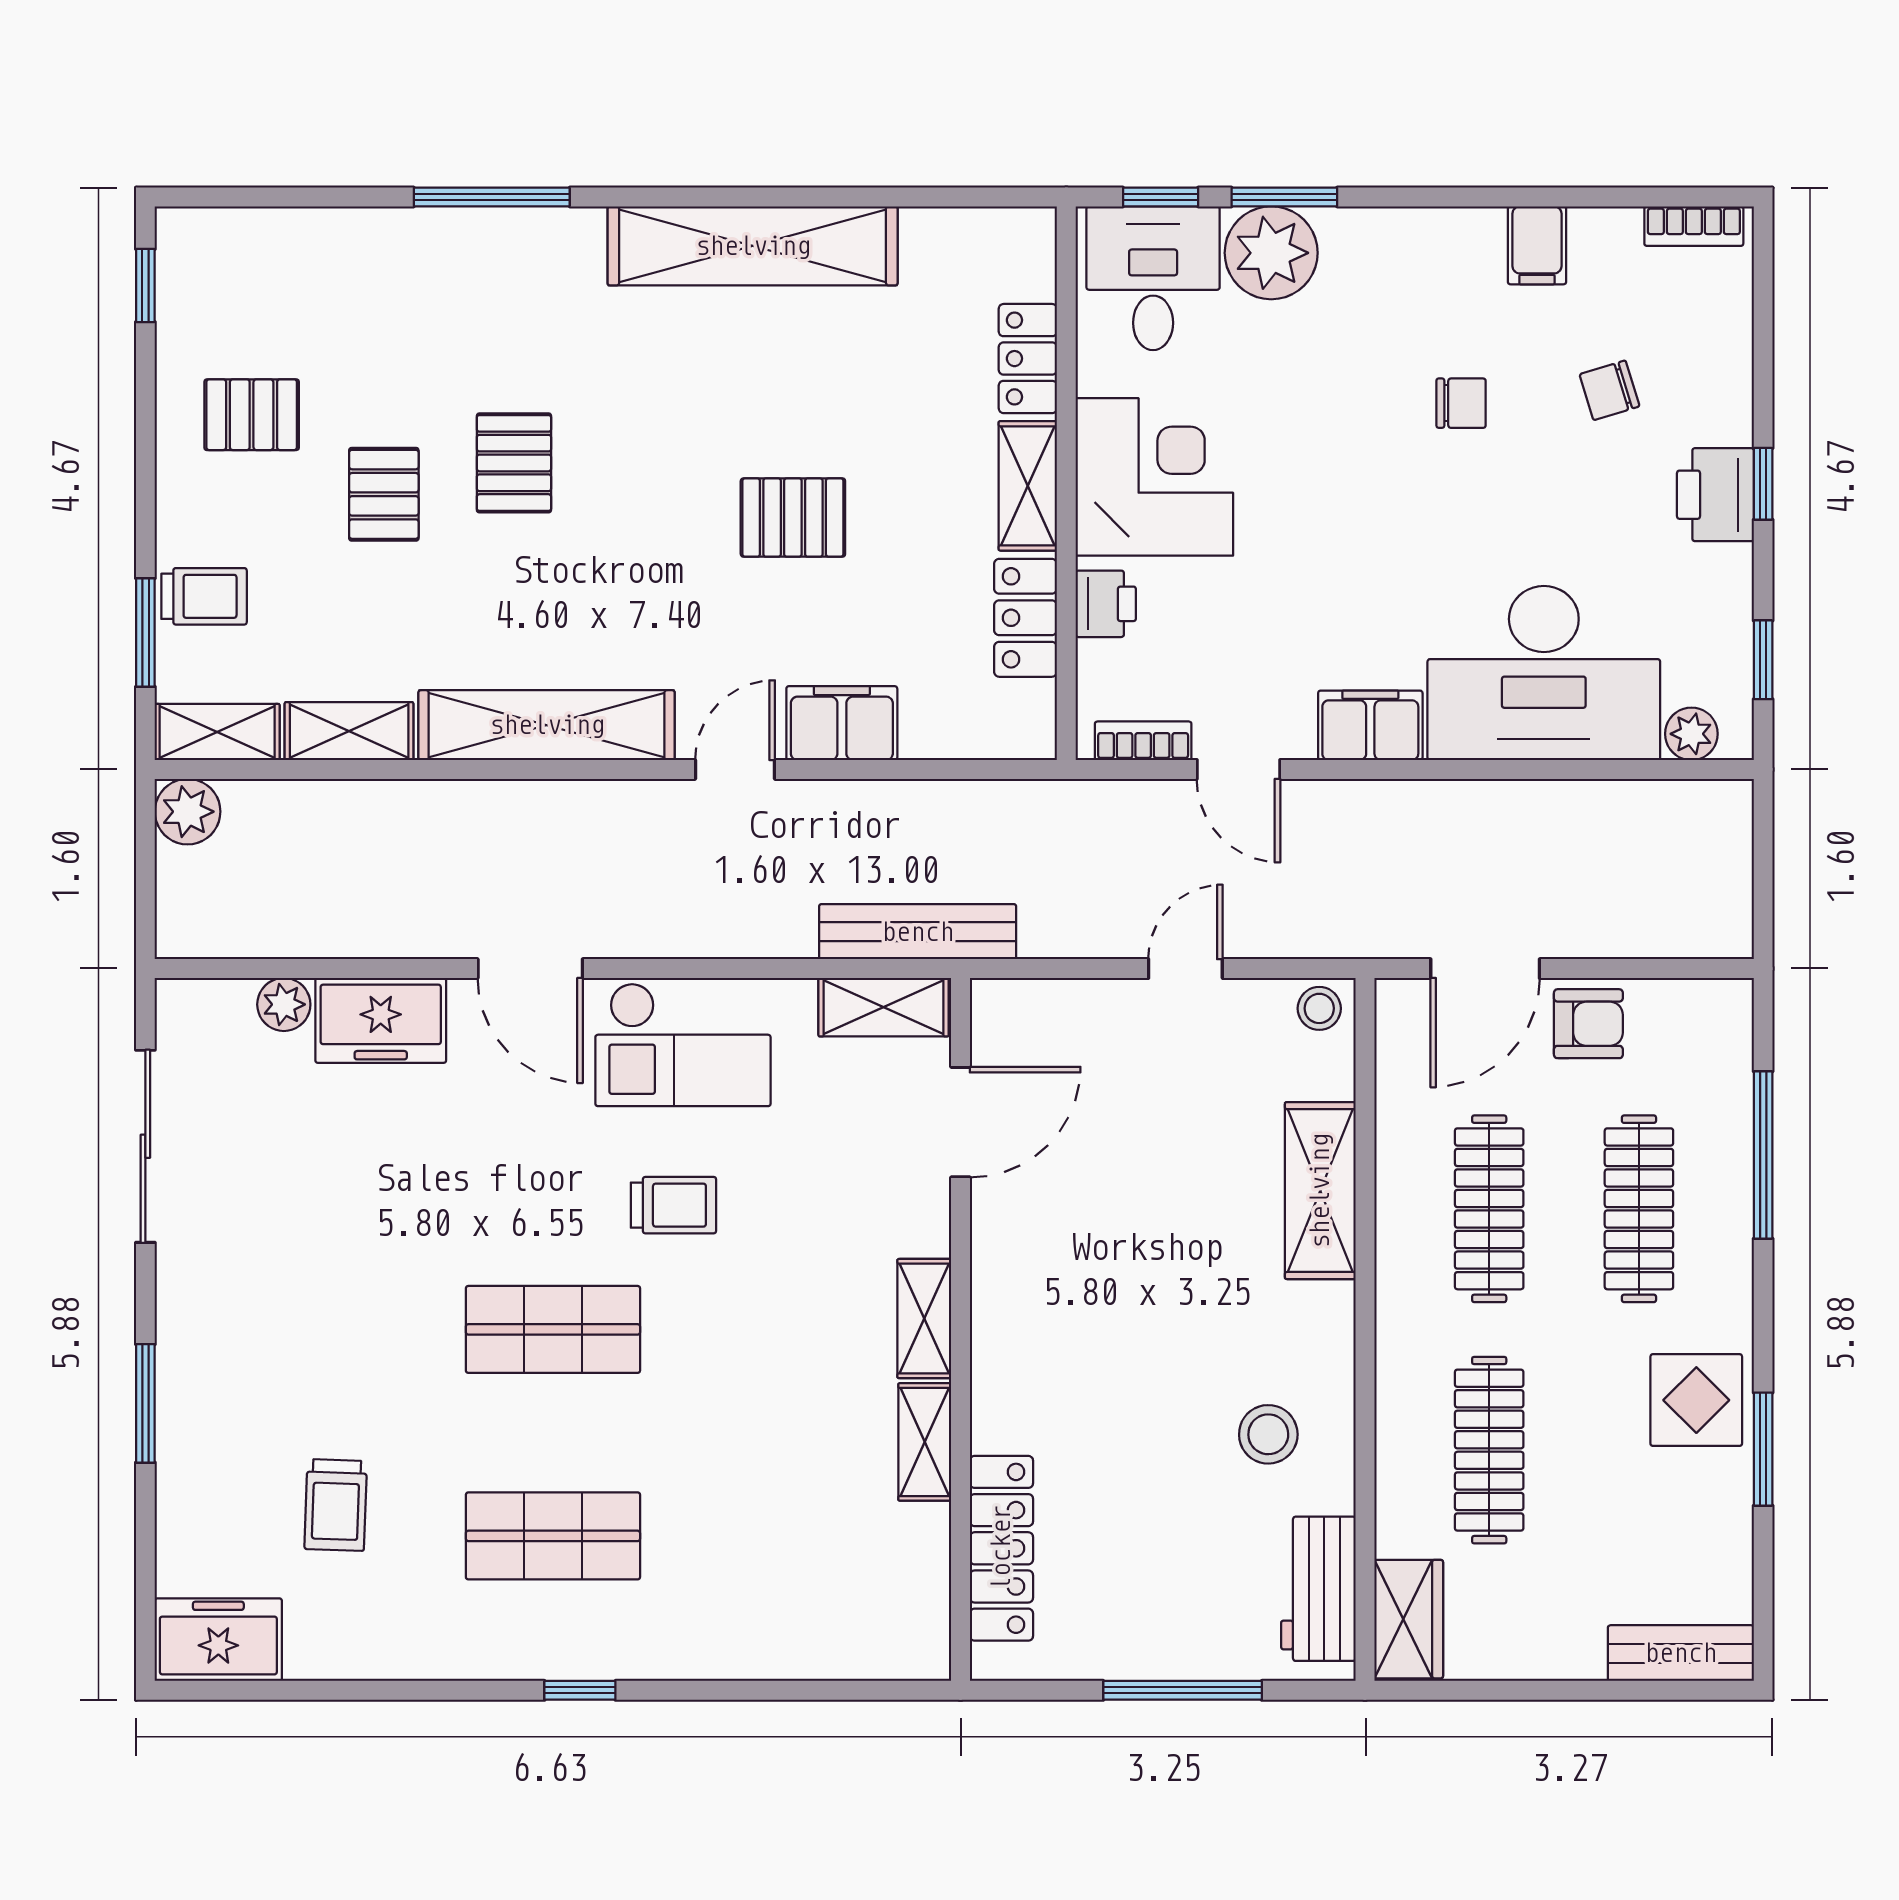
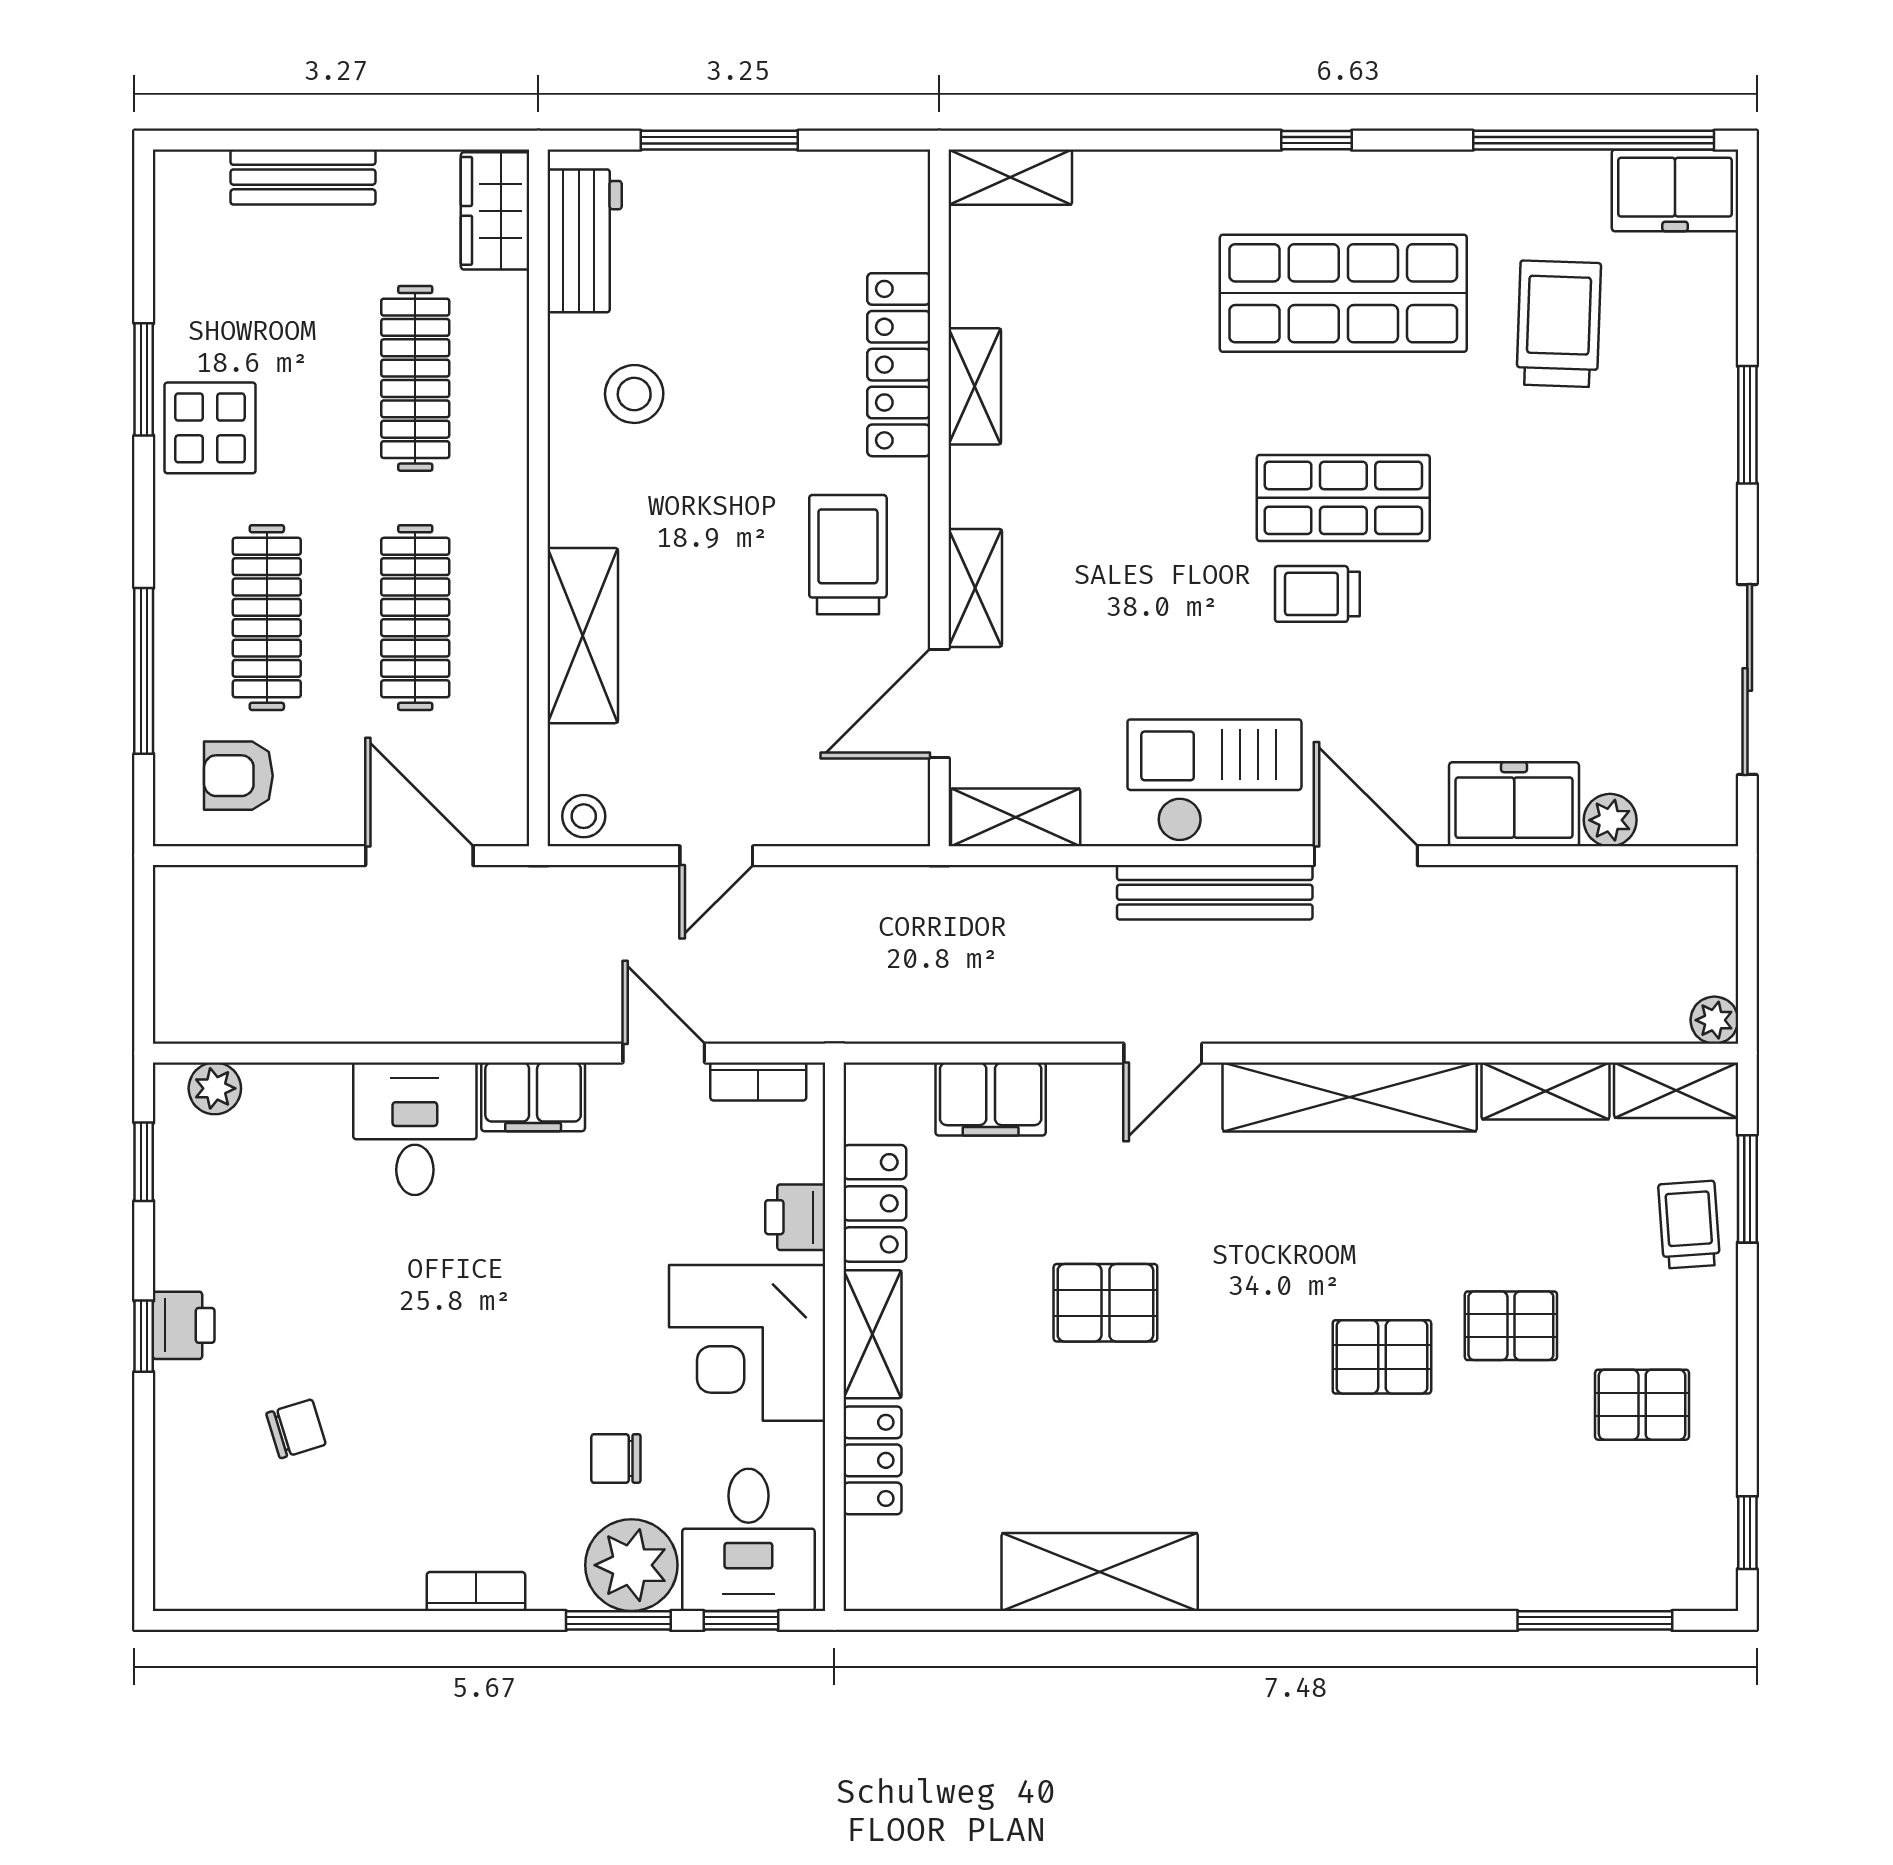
window: (492, 197) -> (1595, 1620), moved
bookcase: (1694, 226) -> (476, 1592), moved
filing cabinet: (1537, 245) -> (368, 1573), removed
shelving: (753, 246) -> (1100, 1572), width x0.68
chair: (1461, 403) -> (616, 1458), moved
pallet: (514, 463) -> (1382, 1357), turned 90
pallet: (384, 494) -> (1511, 1326), turned 90
printer: (1715, 495) -> (184, 1325), width x0.73, depth x0.81
trolley: (204, 596) -> (1689, 1225), turned 86
desk: (1544, 673) -> (415, 1129), width x0.53, depth x0.77
filing cabinet: (842, 723) -> (991, 1099), moved
plant: (188, 812) -> (1714, 1020), width x0.73, depth x0.73
bench: (918, 932) -> (1215, 892), moved
door: (1485, 969) -> (419, 856), hinge flipped
armchair: (1588, 1024) -> (238, 776), moved
trolley: (673, 1205) -> (1317, 594), moved
trolley: (1053, 1272) -> (848, 555), added
shelving: (924, 1319) -> (975, 588), moved
trolley: (336, 1505) -> (1559, 324), width x1.36, depth x1.39
shop shelf: (553, 1536) -> (1343, 293), width x1.43, depth x1.36
locker: (1001, 1548) -> (899, 365), moved
shelving: (889, 1653) -> (1010, 177), added
bench: (1681, 1653) -> (303, 177), moved
window: (300, 1690) -> (1594, 140), added

